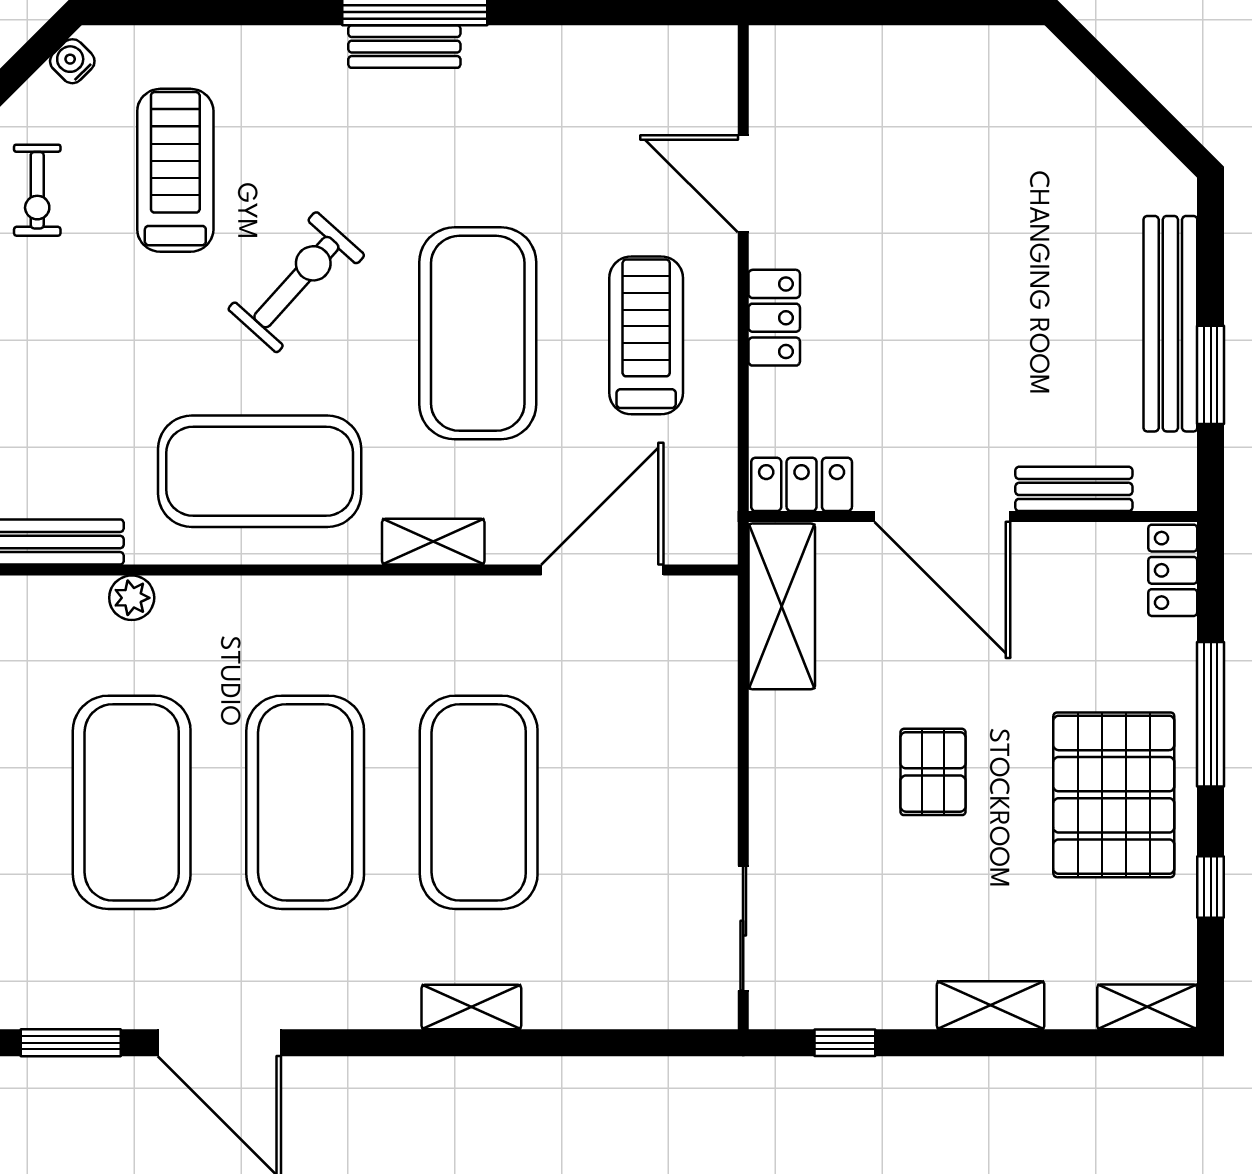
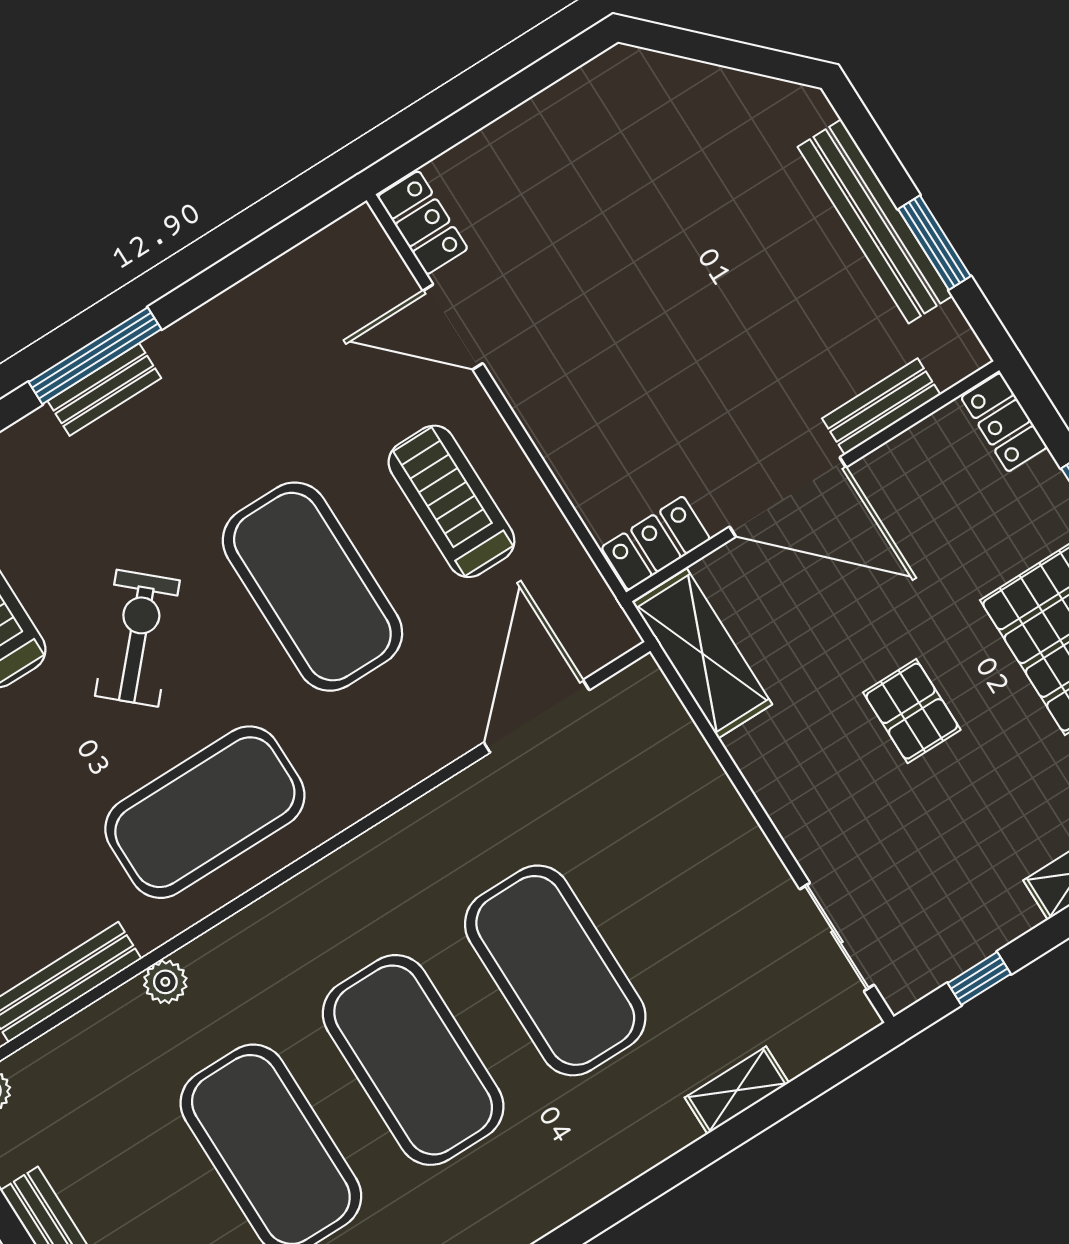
locker: (774, 318) -> (422, 223), moved
shelving: (433, 542) -> (384, 780), removed
shelving: (471, 1007) -> (737, 1090), moved

